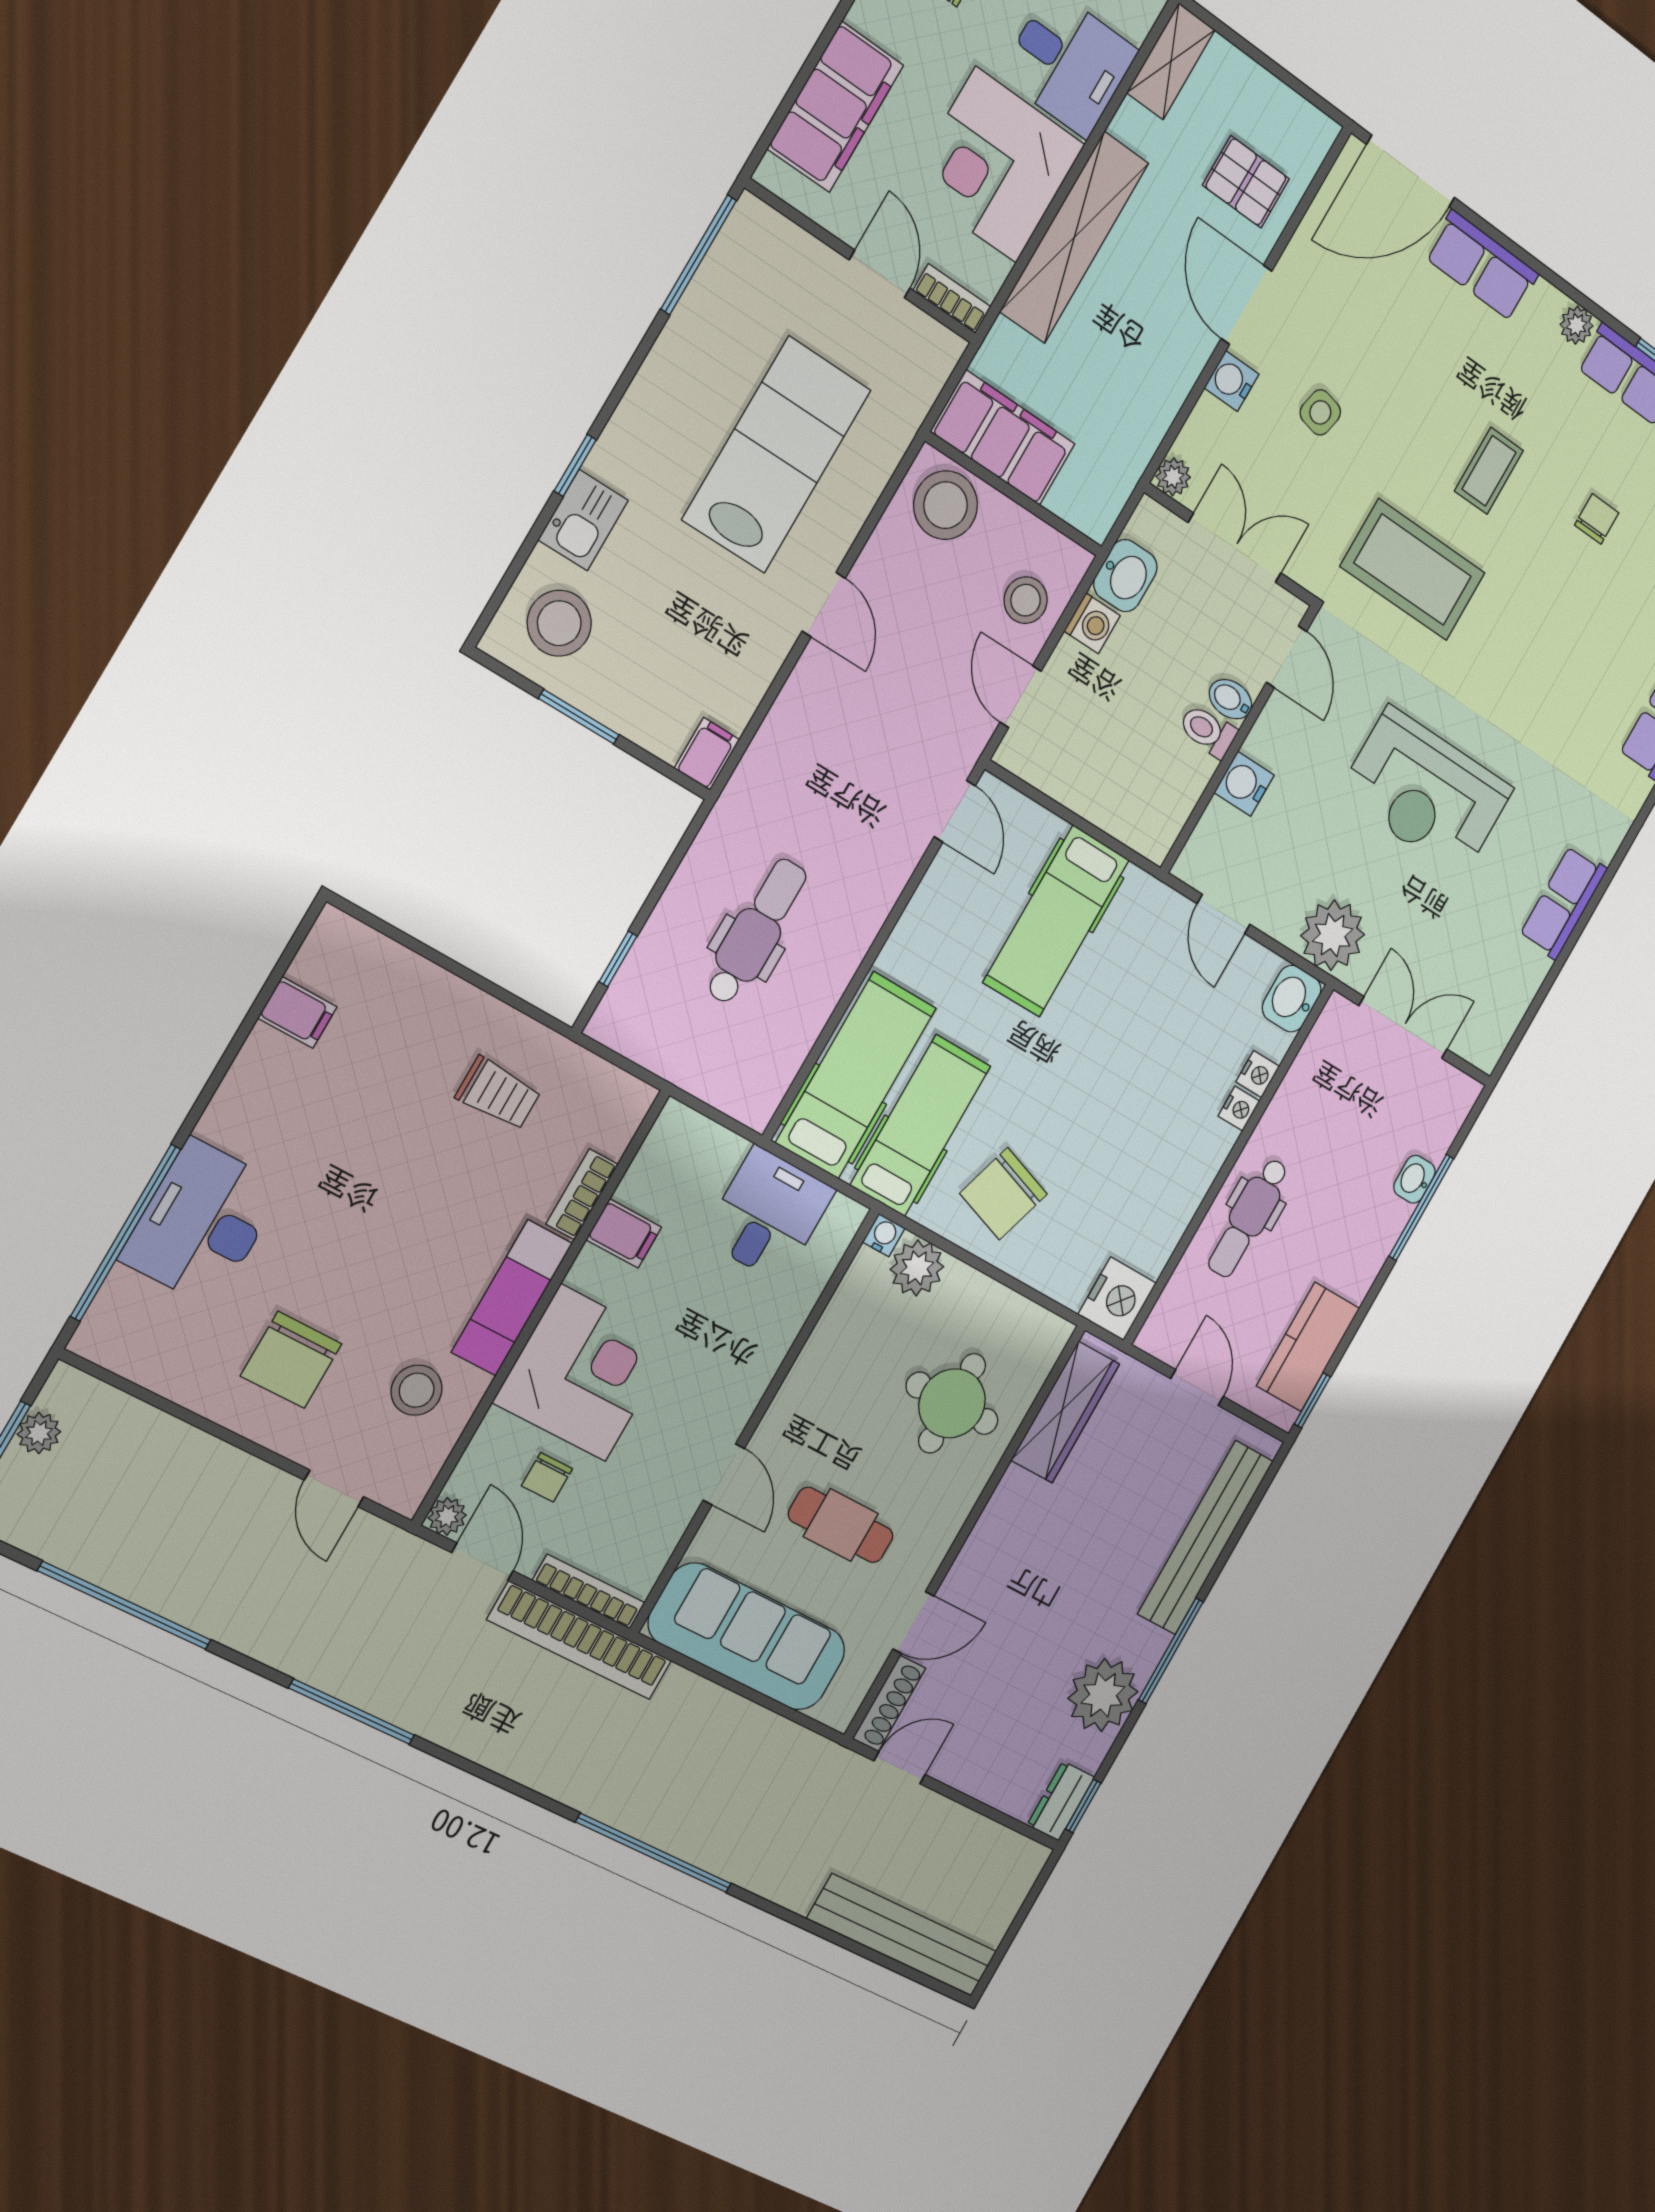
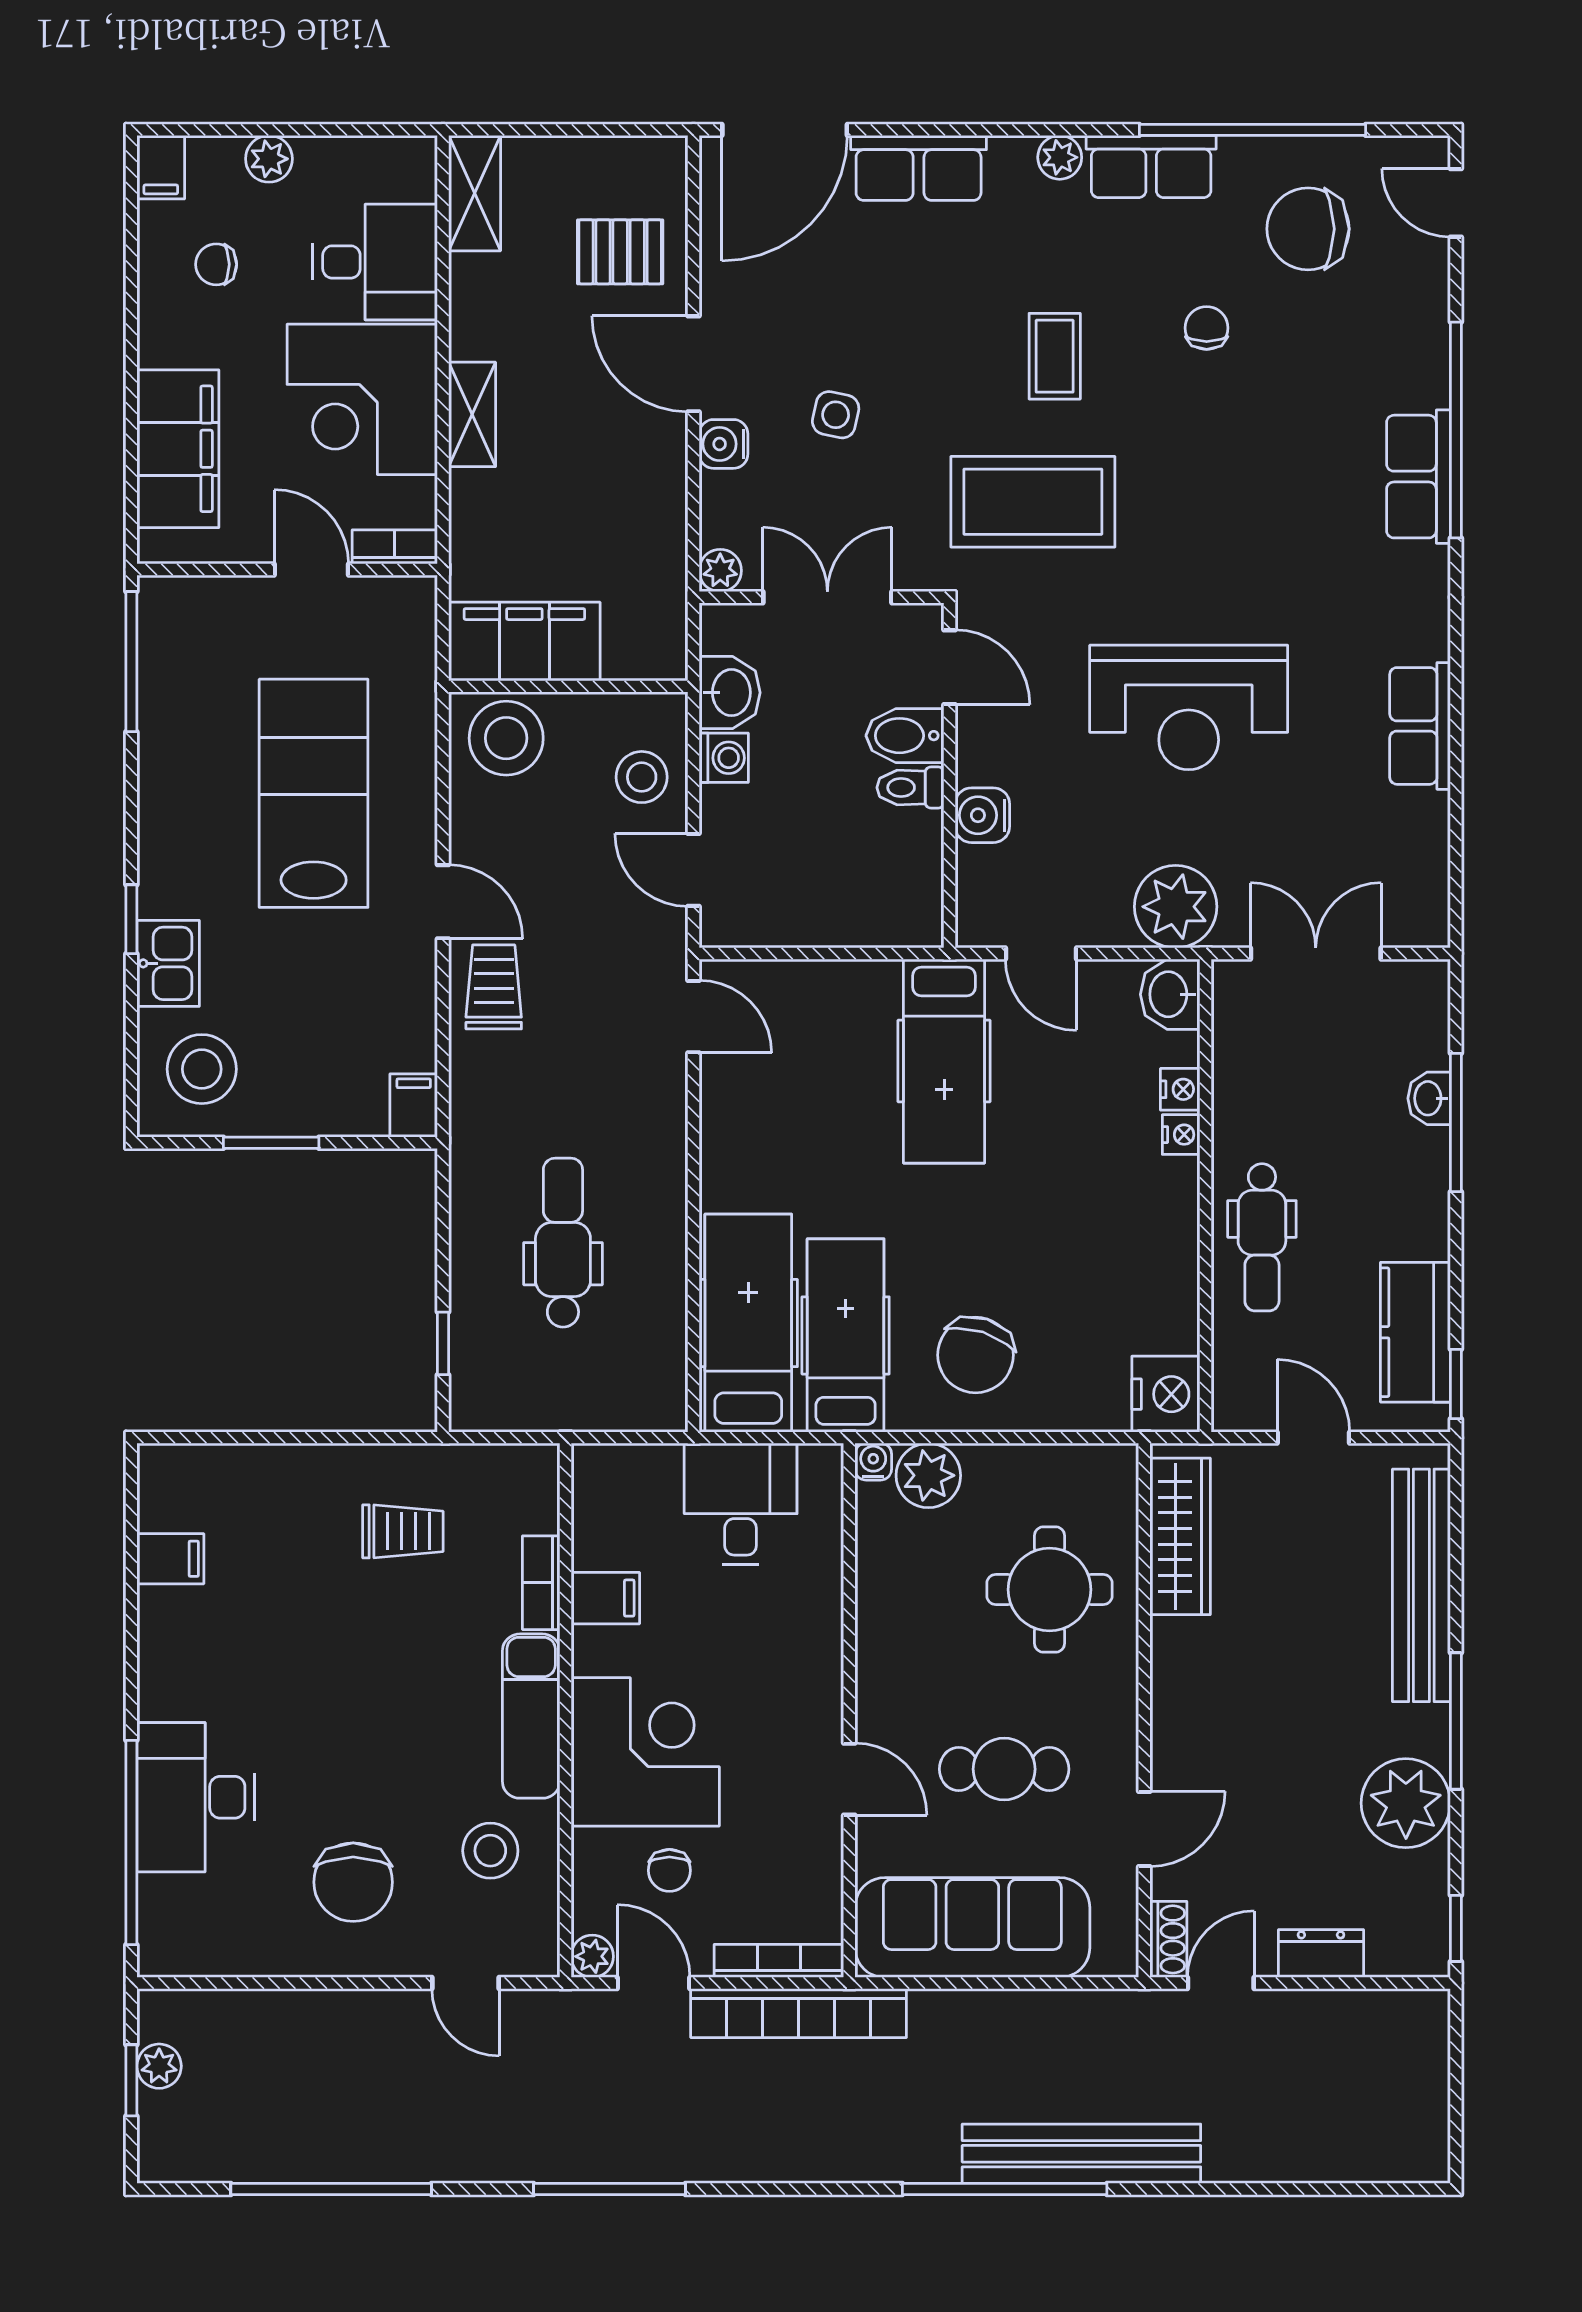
shelving: (1074, 237) -> (472, 414), width x0.45, depth x0.75
trolley: (822, 696) -> (494, 987), added
bidet: (1230, 699) -> (905, 736), width x1.38, depth x1.36
hospital bed: (1056, 921) -> (944, 1061), moved
shoe rack: (889, 1703) -> (1168, 1939), width x0.70
dresser: (1061, 1801) -> (1321, 1954), moved, turned 90
bench: (902, 1935) -> (1081, 2154), moved

